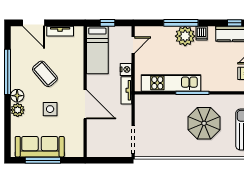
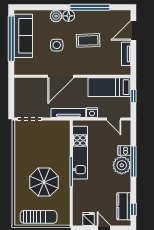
dishwasher: (202, 33) -> (124, 151), moved
coffee table: (45, 74) -> (88, 40), turned 39
tv unit: (126, 90) -> (68, 113), width x1.41
window: (43, 160) -> (11, 39), width x1.46

